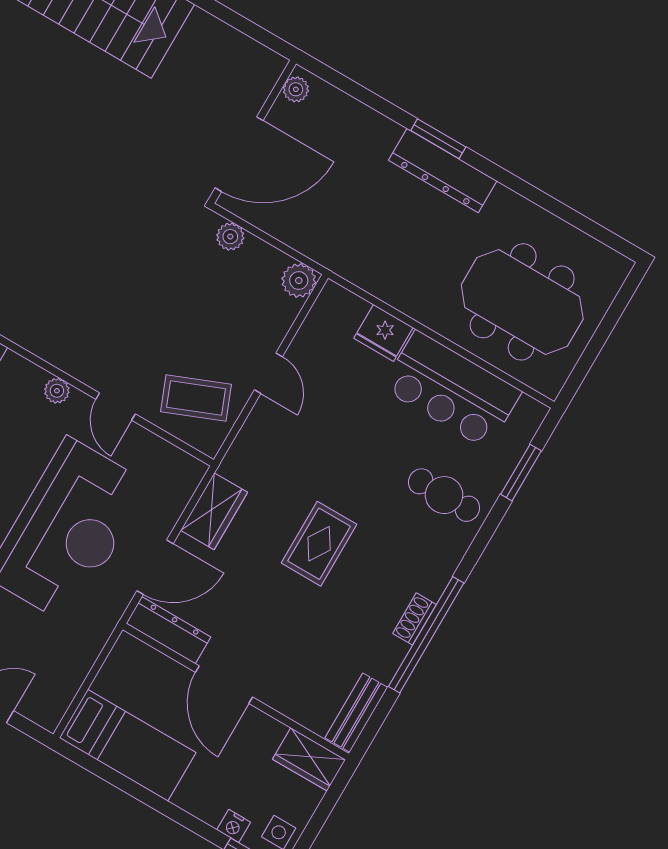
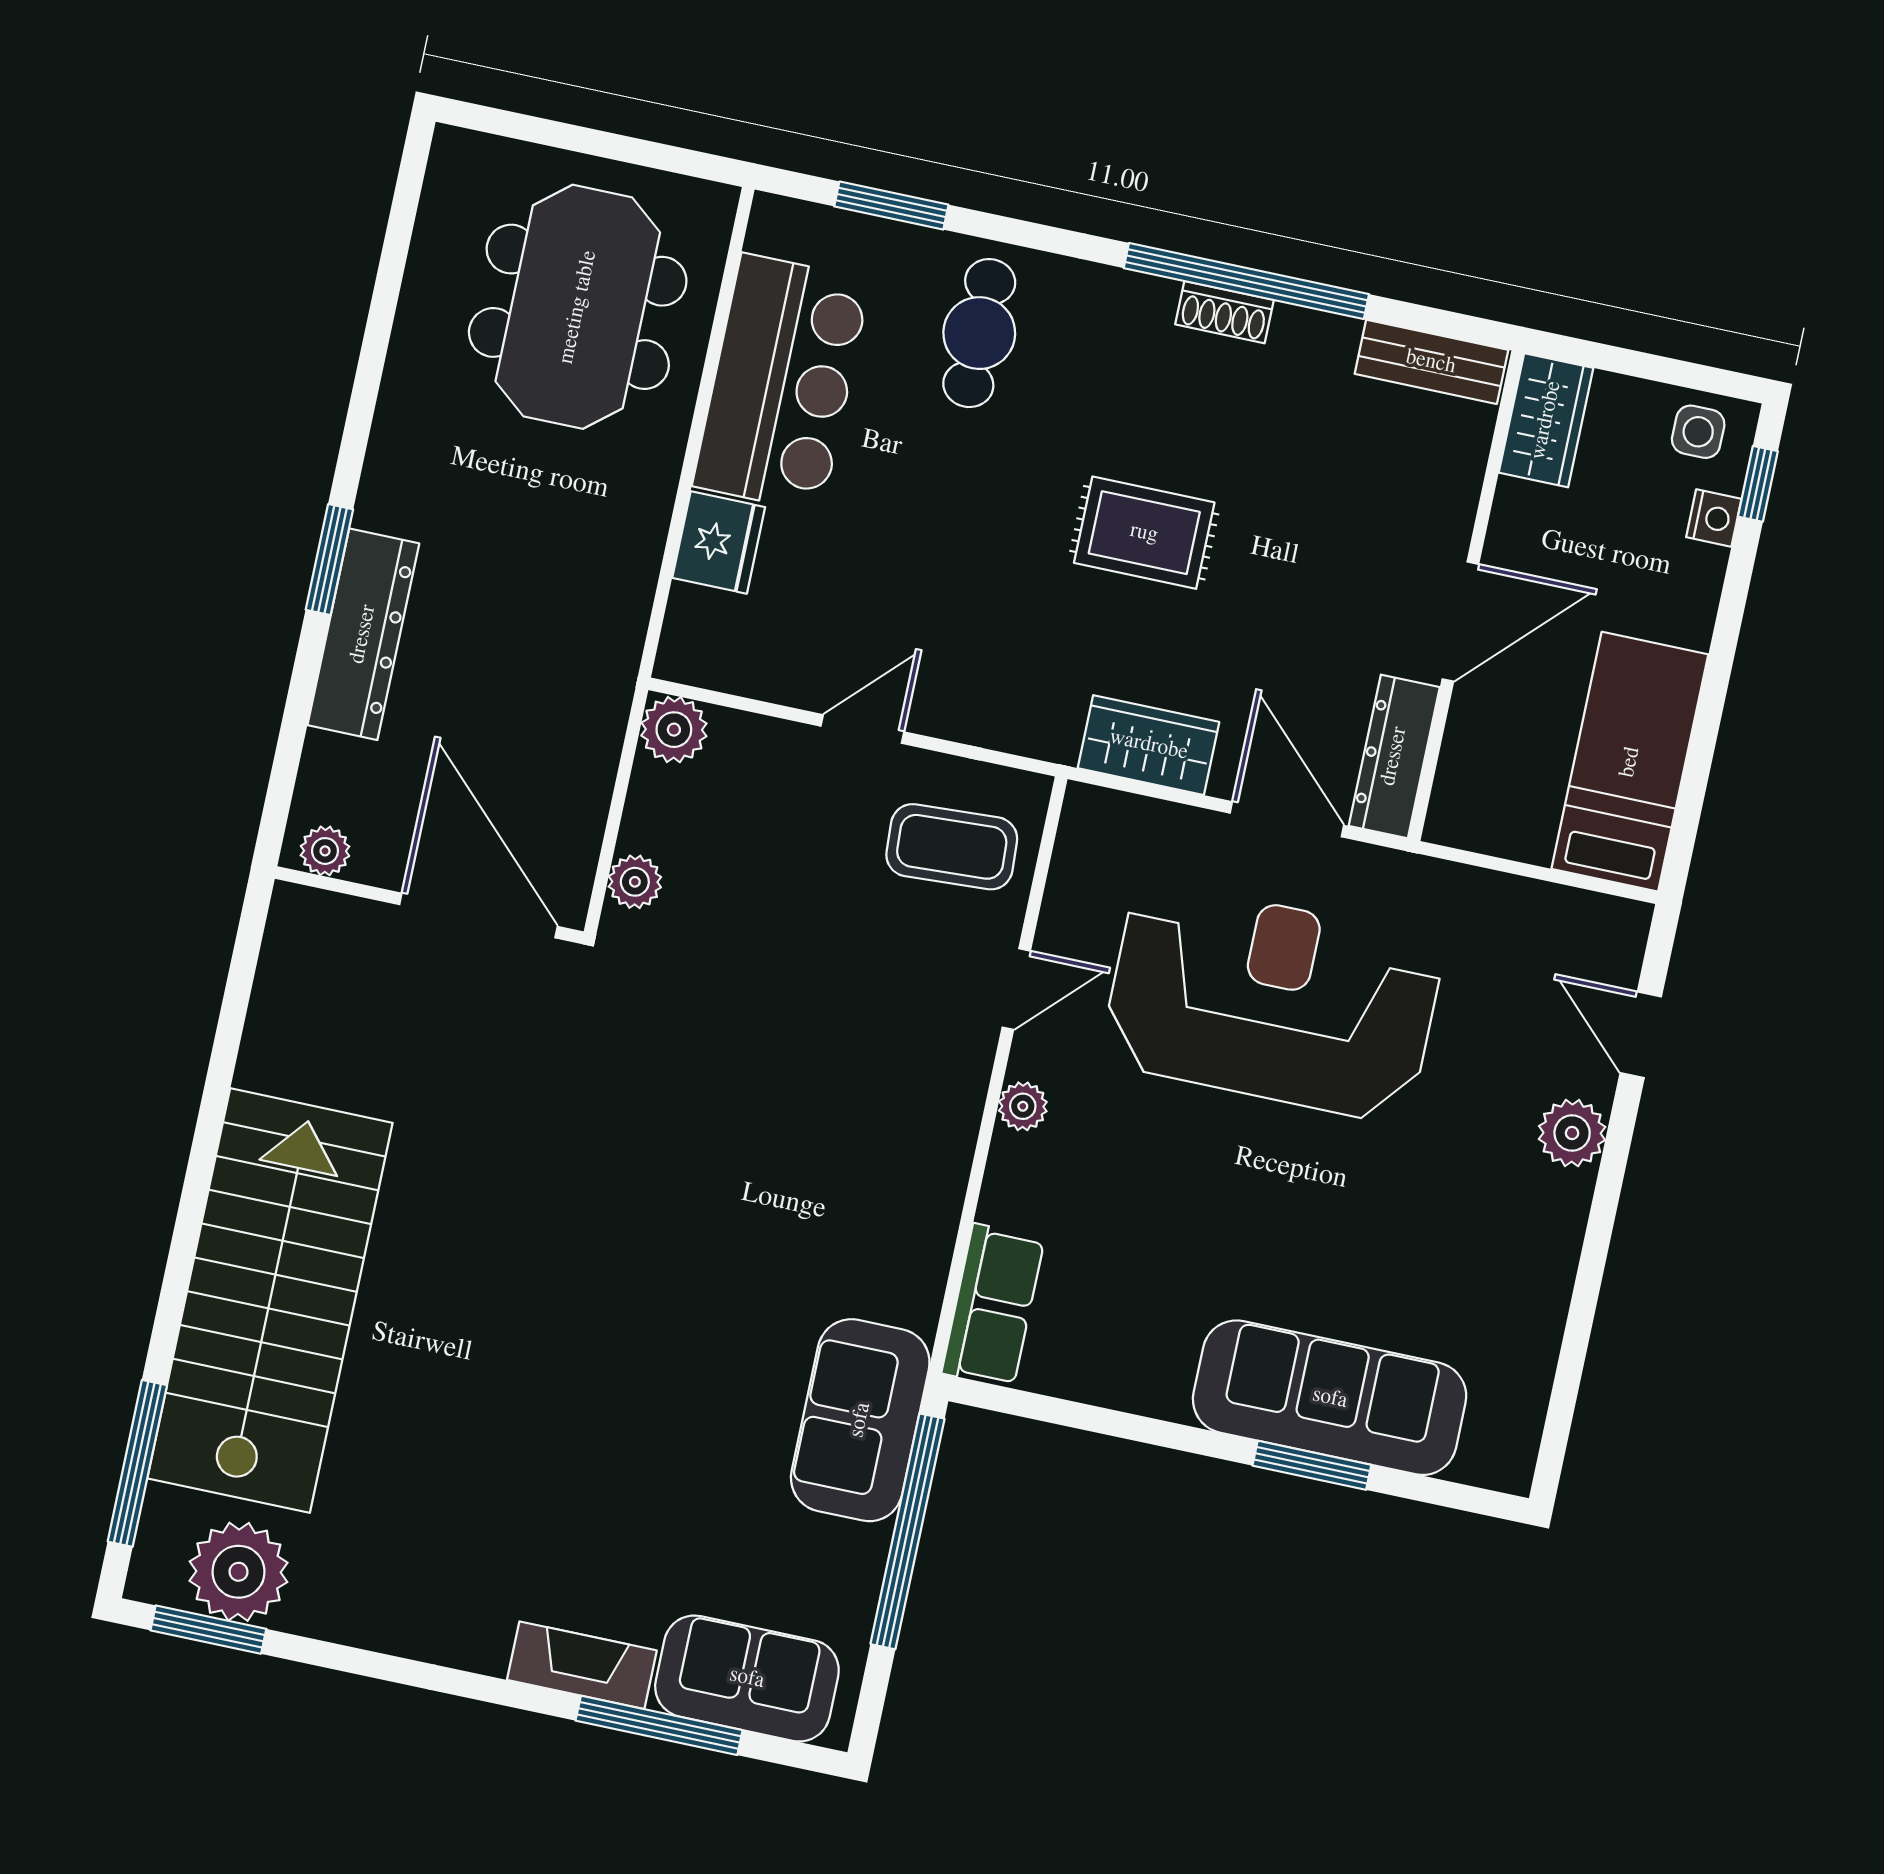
dresser: (443, 171) -> (363, 634), moved
coffee table: (196, 398) -> (952, 847), turned -71

